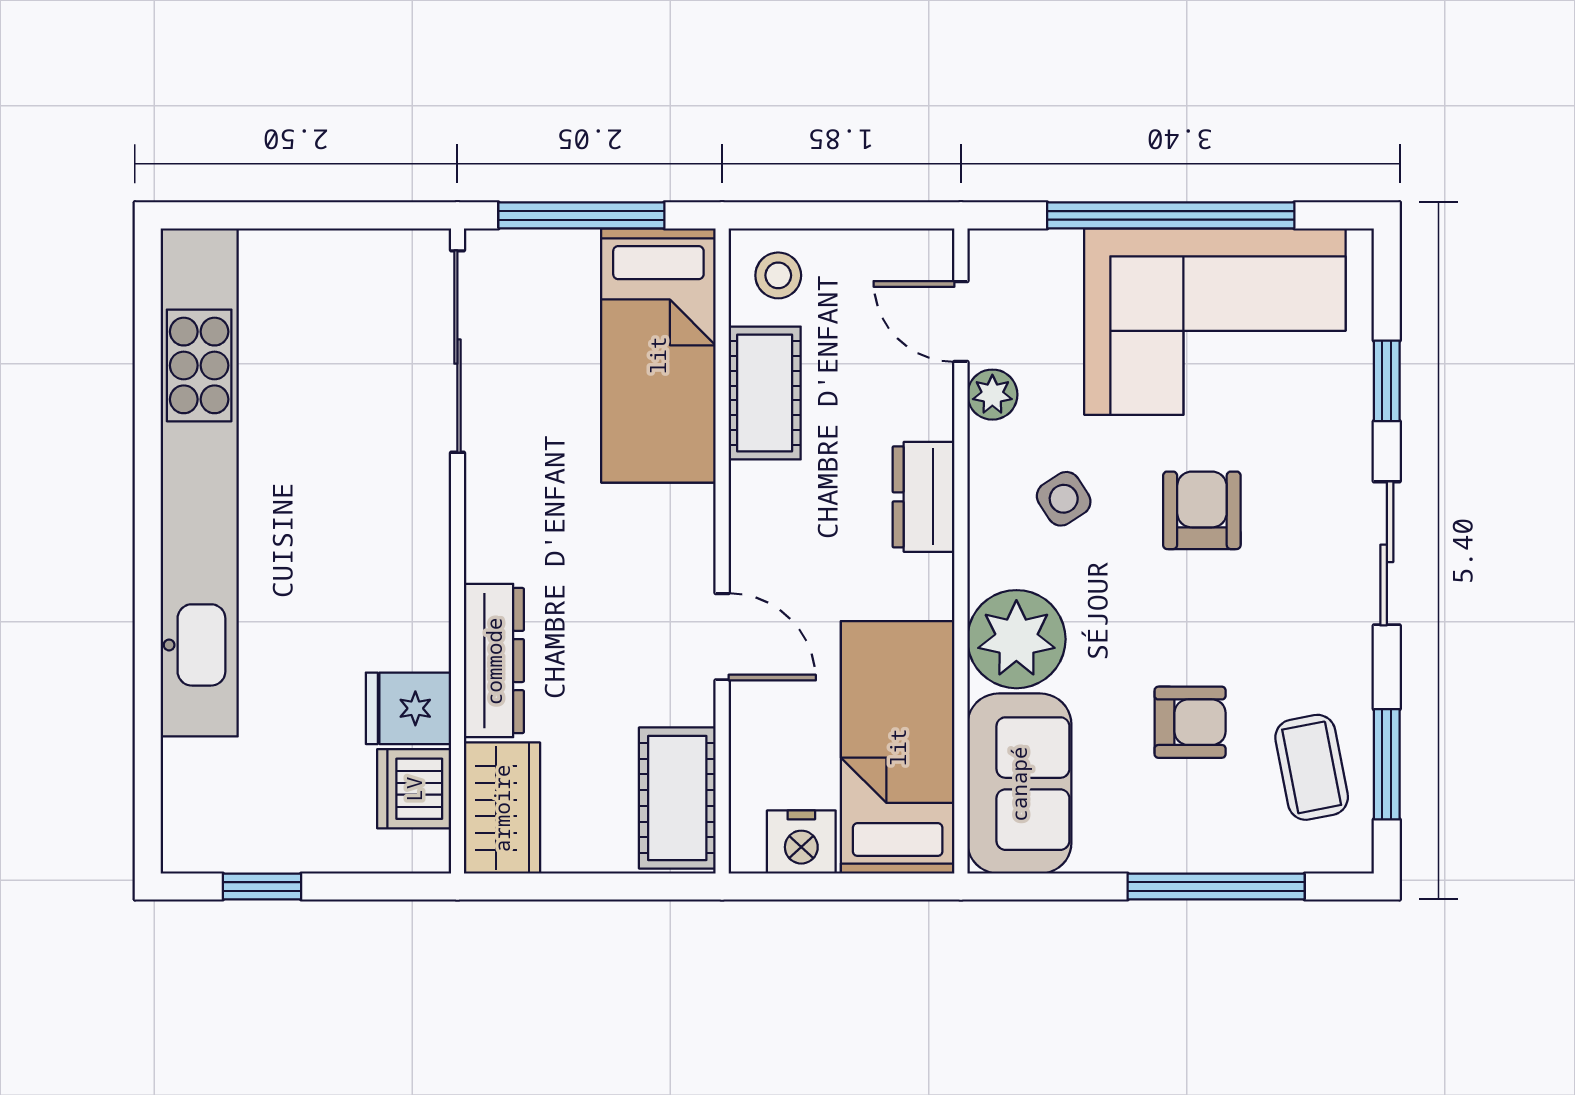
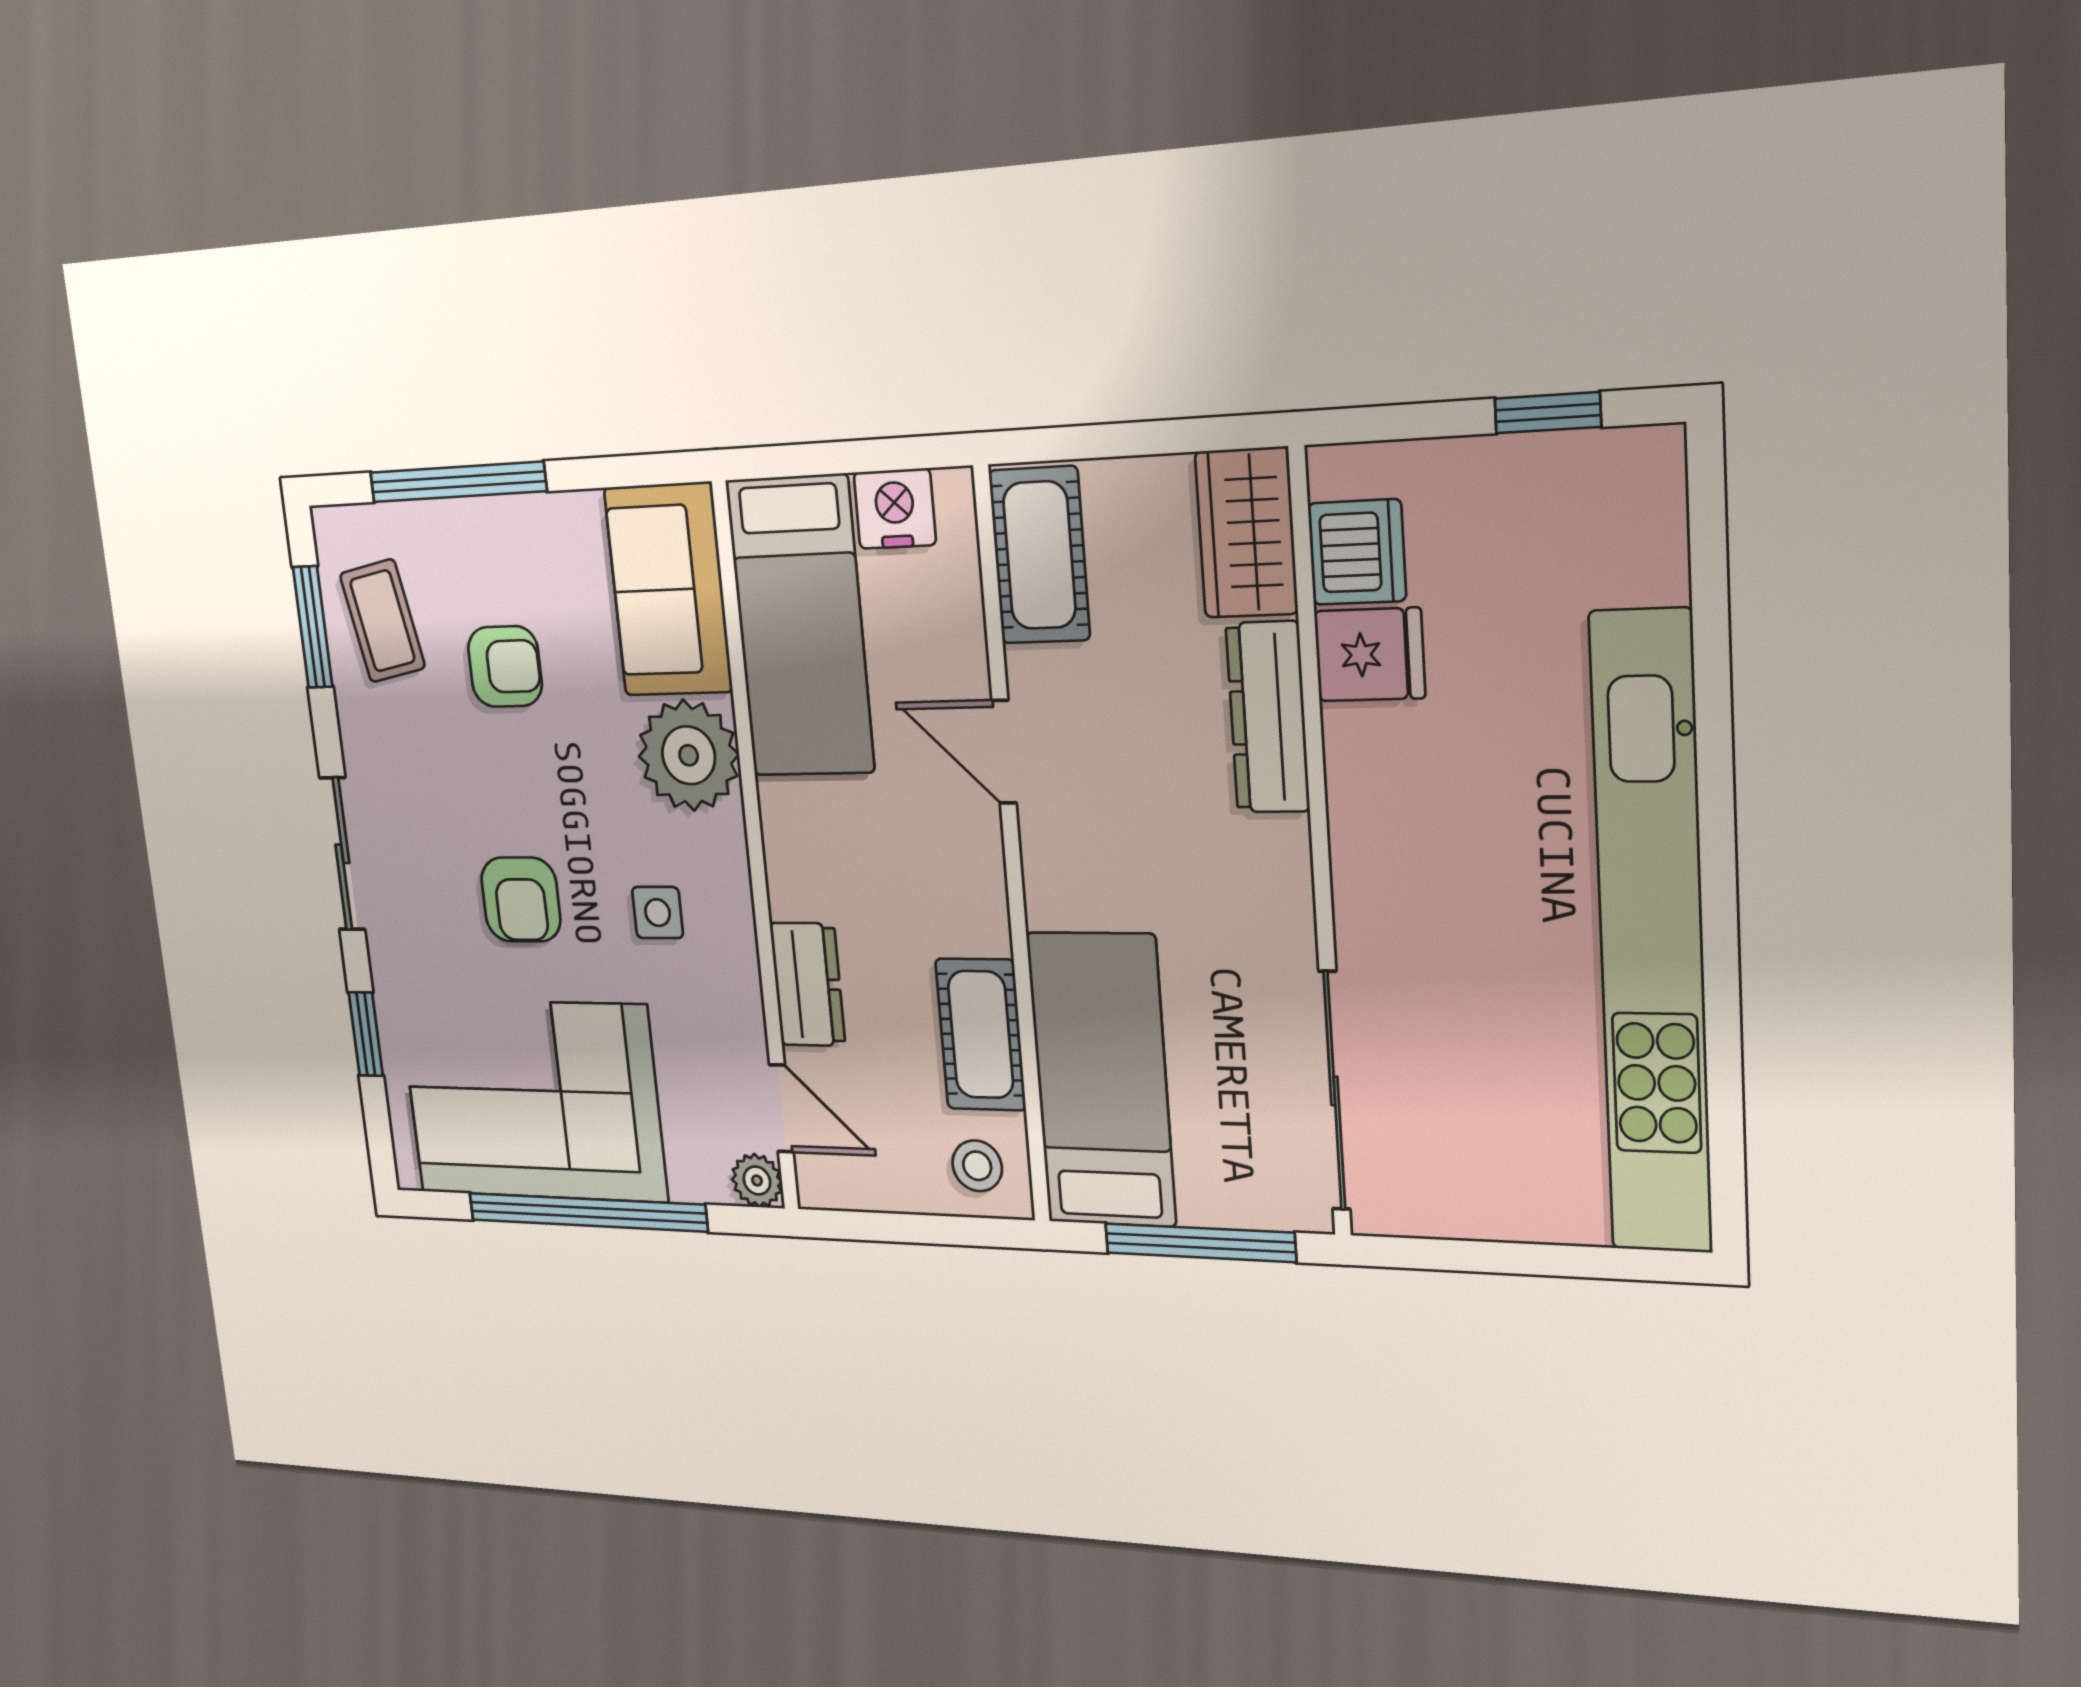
plant: (992, 395) -> (757, 1181), moved
dresser: (923, 497) -> (808, 984), moved
side table: (1064, 499) -> (658, 913), turned 33
armchair: (1190, 722) -> (505, 666), turned 180

